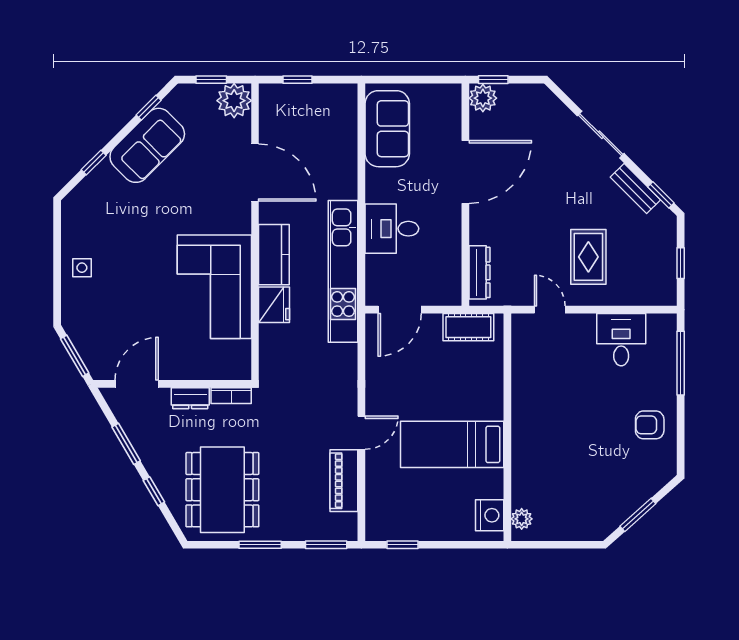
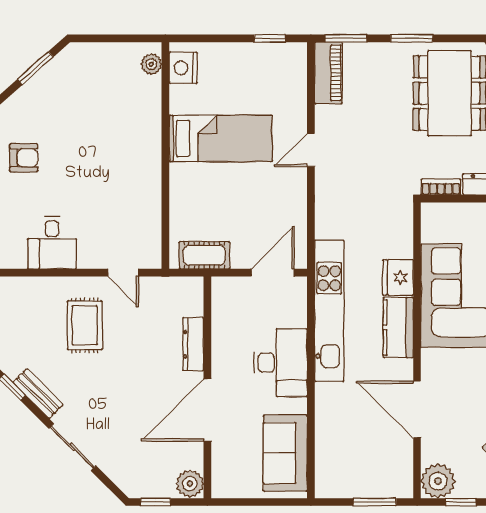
window: (297, 80) -> (375, 502), width x1.50
window: (493, 80) -> (156, 502), moved
desk: (392, 229) -> (281, 363), width x1.37
dresser: (480, 272) -> (193, 344), moved
piano: (344, 481) -> (328, 73), moved

